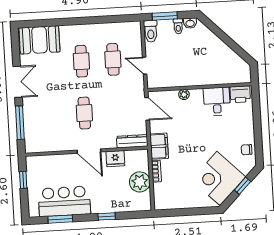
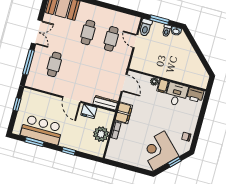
door: (145, 66) -> (135, 41), moved
filing cabinet: (196, 97) -> (163, 86), added
cafe table: (84, 113) -> (54, 64), moved

